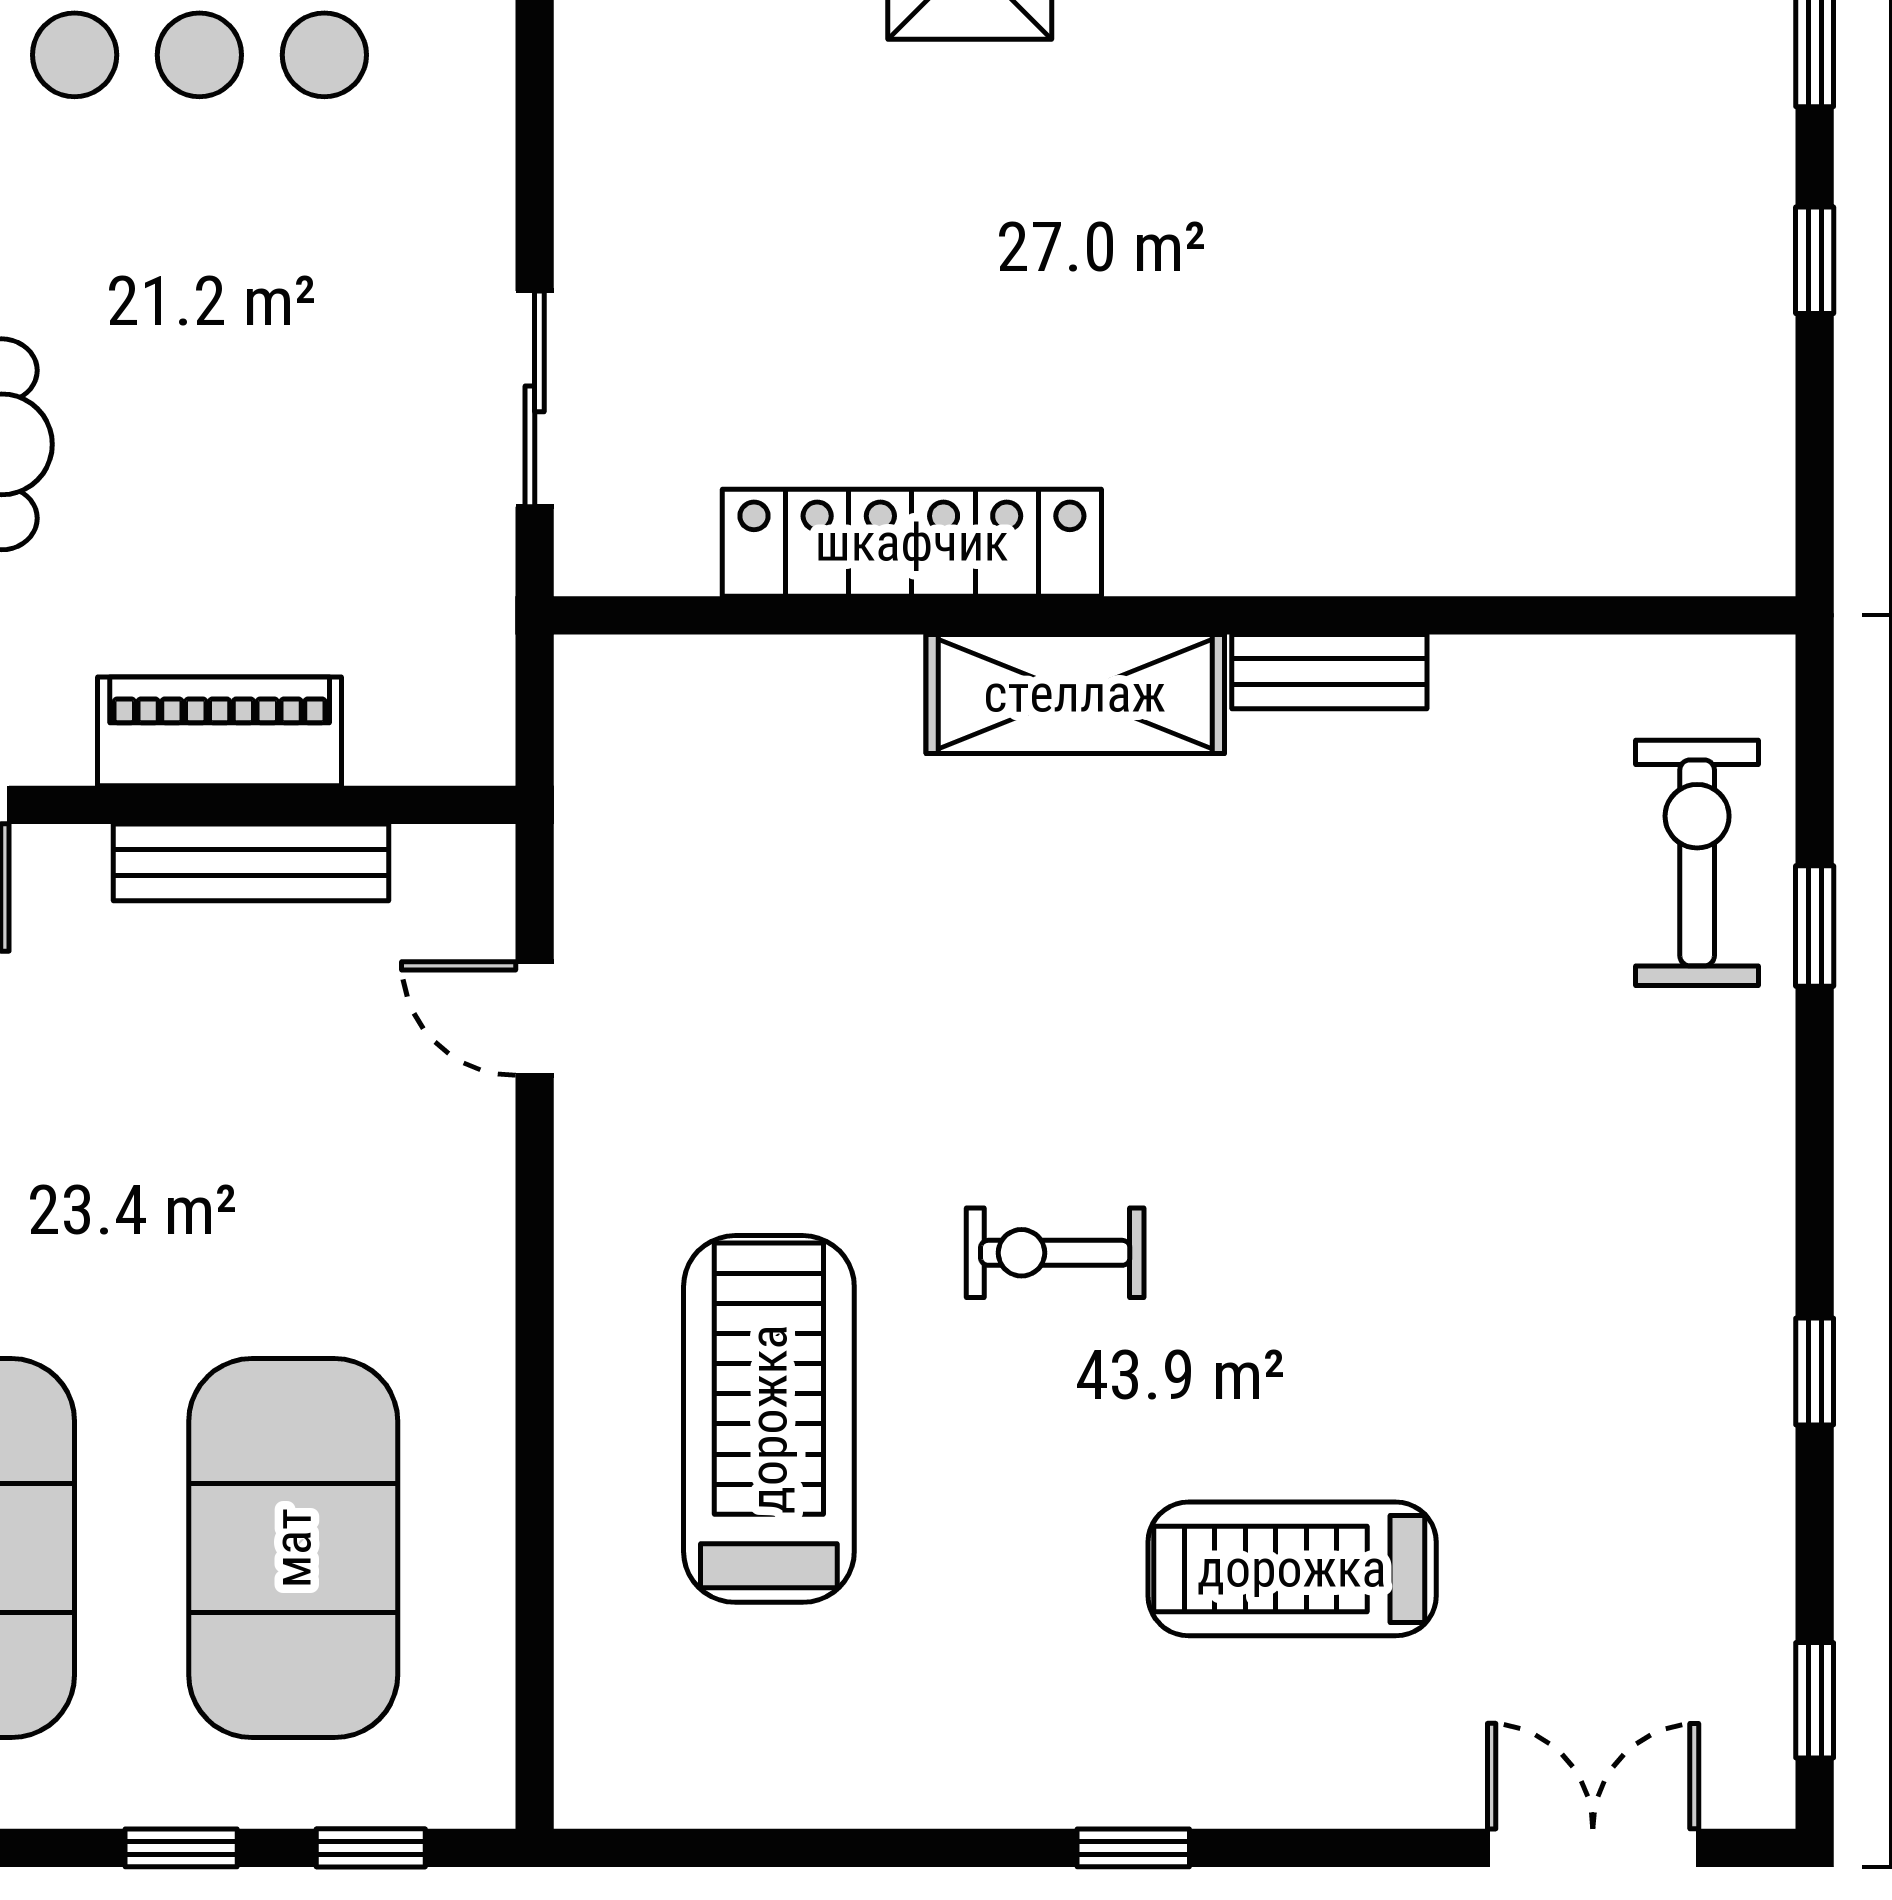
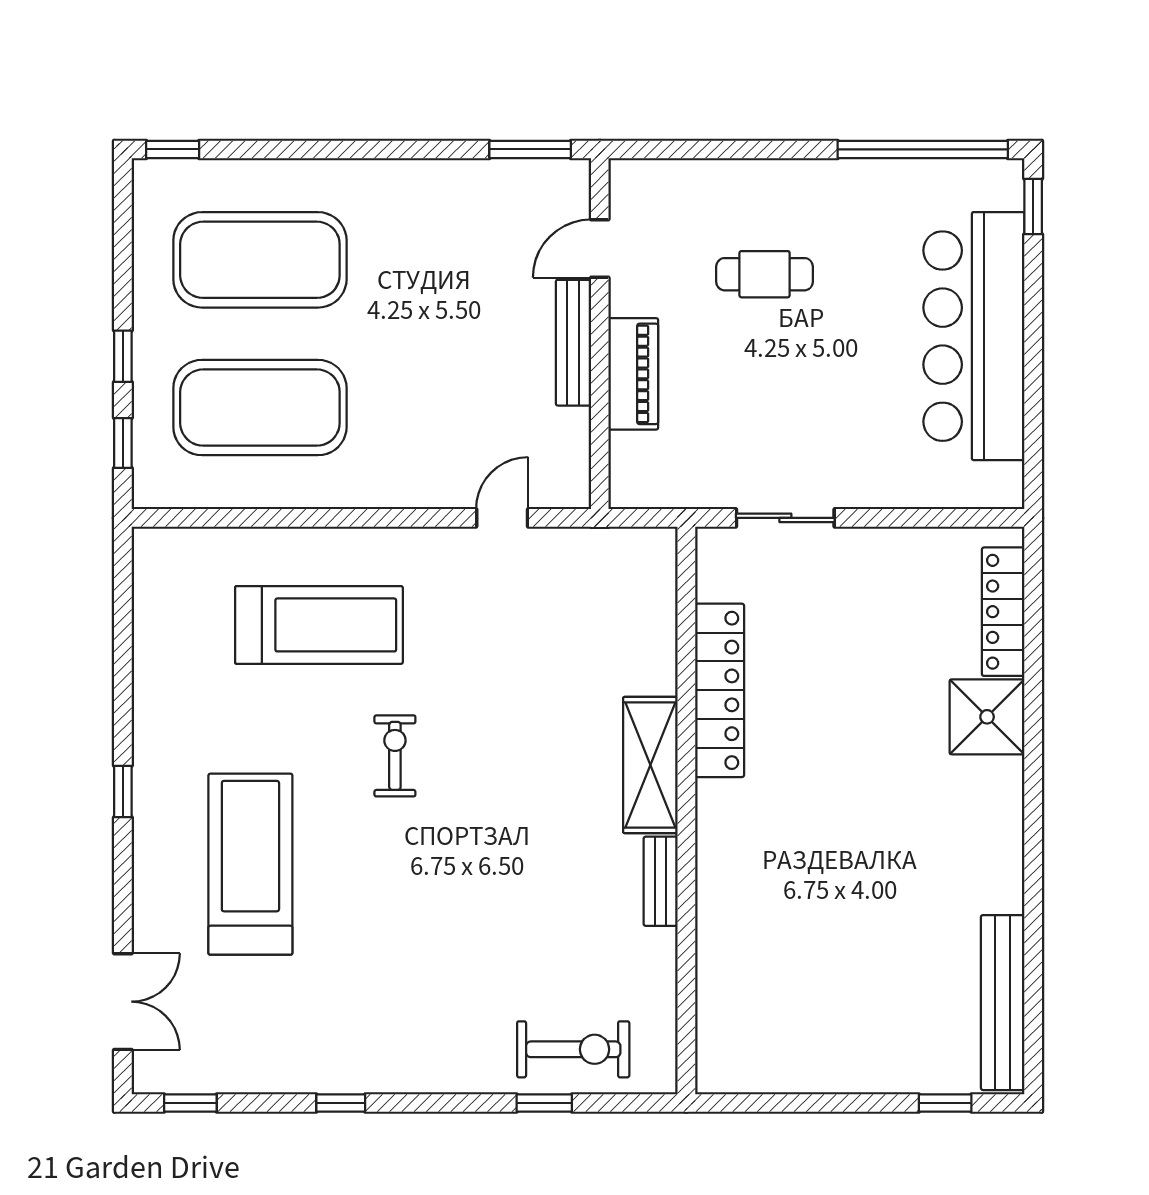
window: (1815, 260) -> (849, 1103), removed
bench: (251, 862) -> (573, 343), moved
treadmill: (1292, 1569) -> (250, 864), width x1.37, depth x1.38

